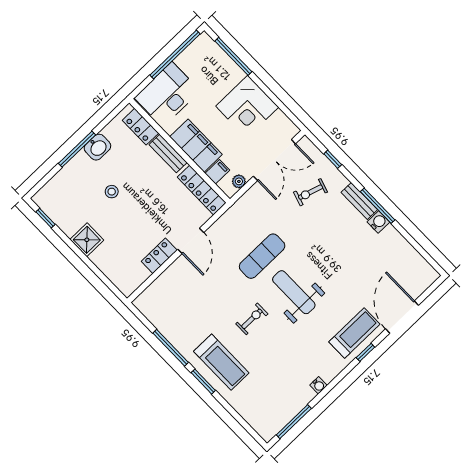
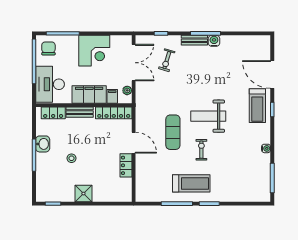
chair: (203, 57) -> (48, 48), added
exercise mat: (262, 256) -> (173, 132), moved
treadmill: (354, 333) -> (257, 106), turned 180
treadmill: (221, 362) -> (191, 183), moved

